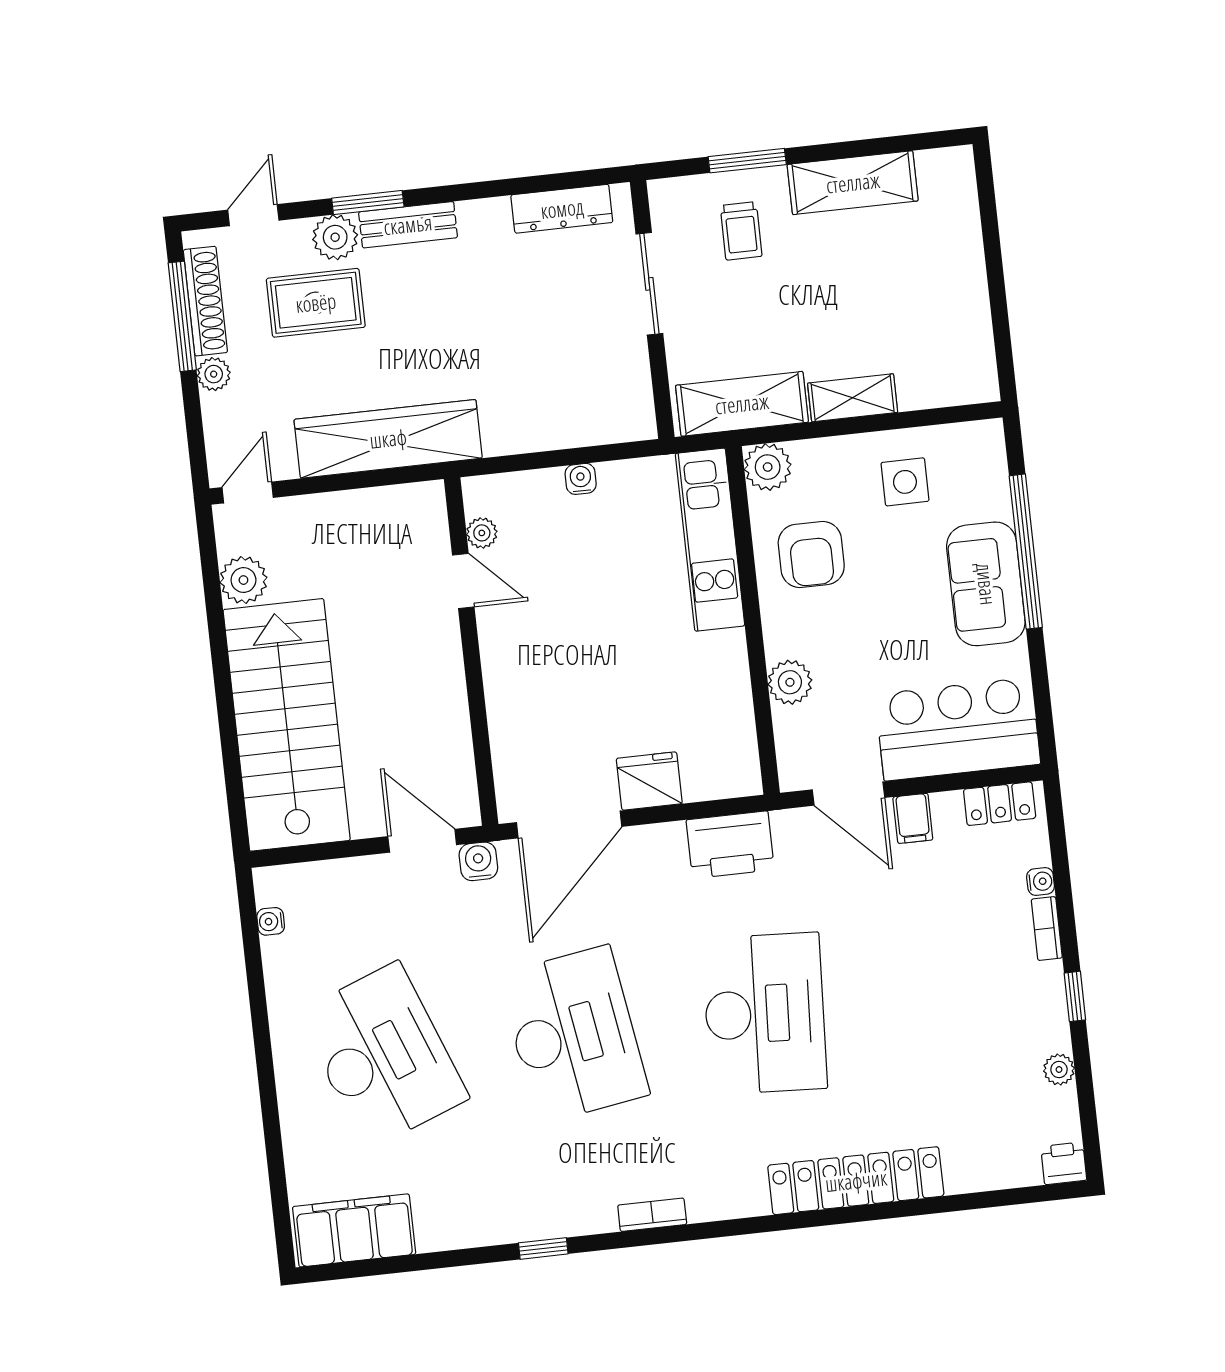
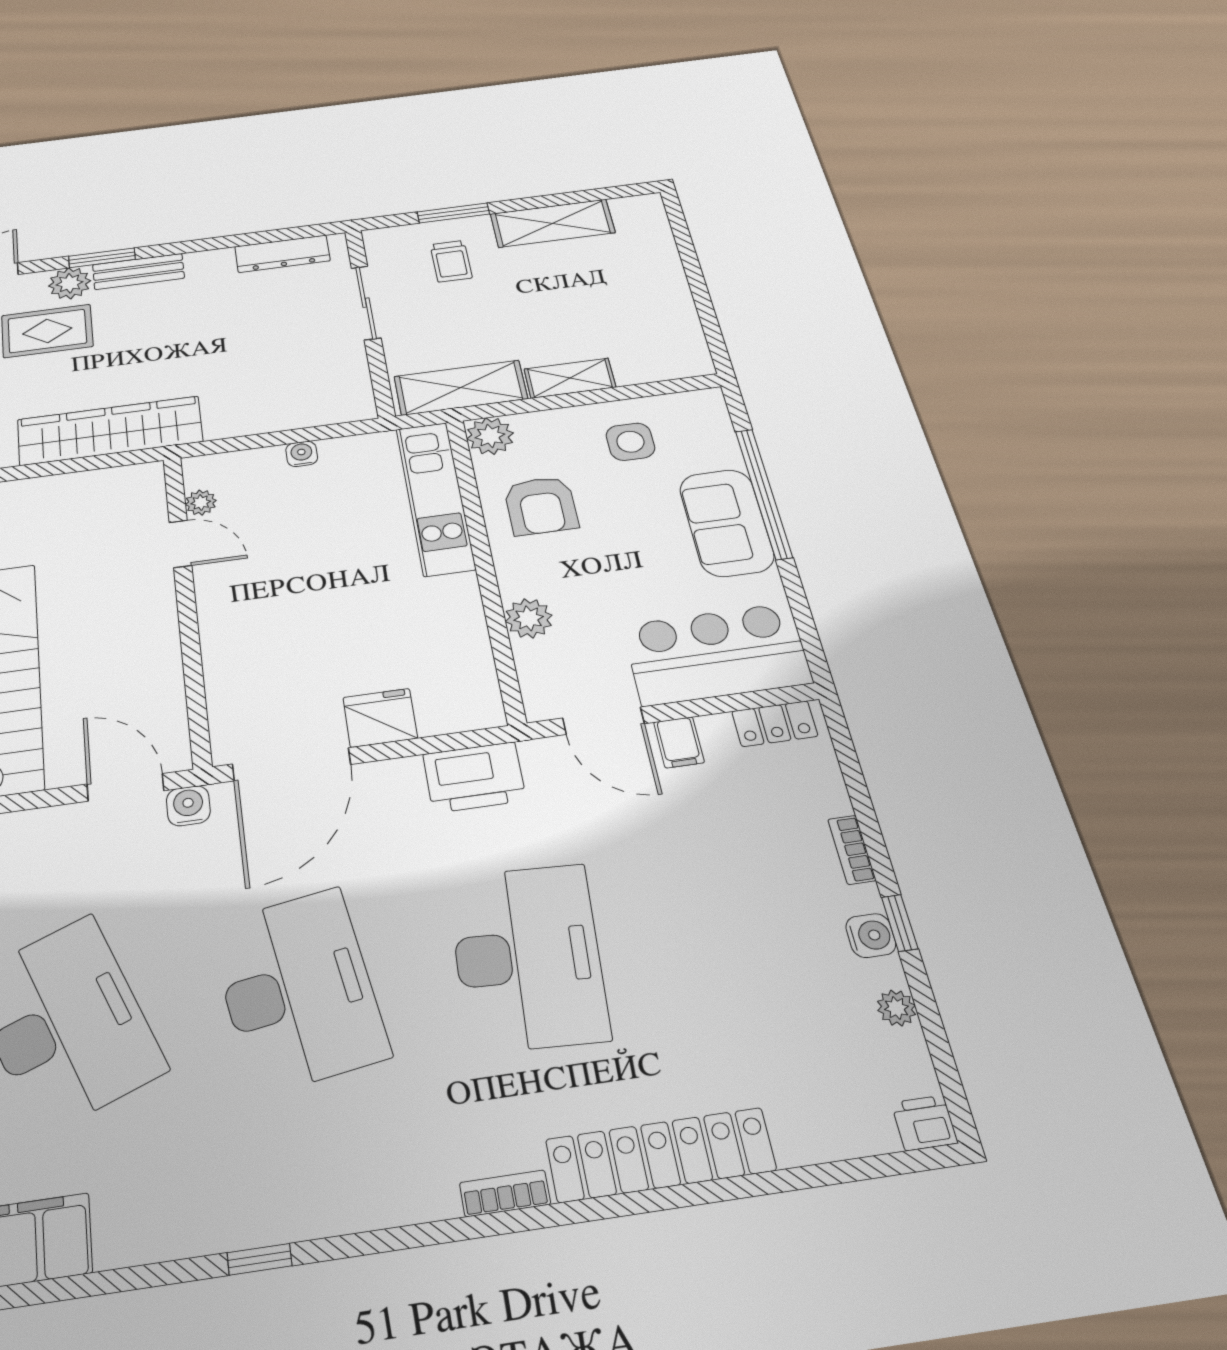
water cooler: (1041, 881) -> (871, 936), moved, width x1.38, depth x1.38
bookcase: (652, 1215) -> (505, 1193), moved

